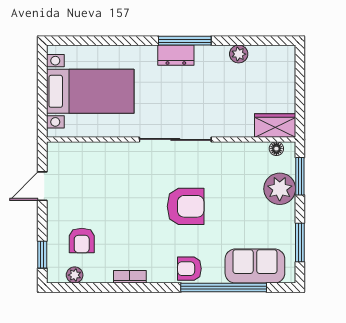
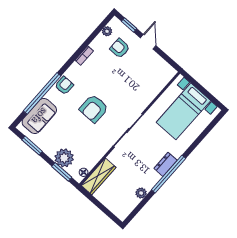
window: (185, 41) -> (169, 174), width x1.46
wardrobe: (275, 125) -> (99, 176), width x1.50
door: (42, 186) -> (148, 42), moved

